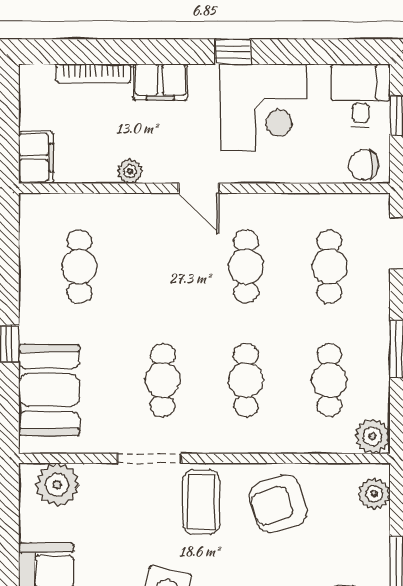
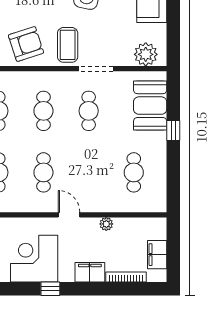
filing cabinet: (36, 158) -> (157, 255), moved

